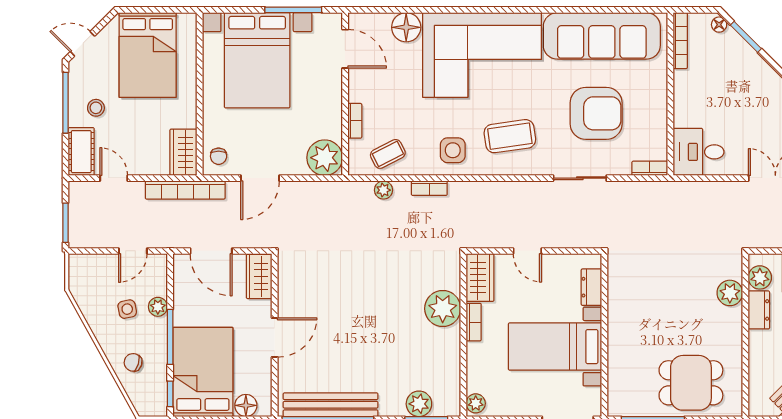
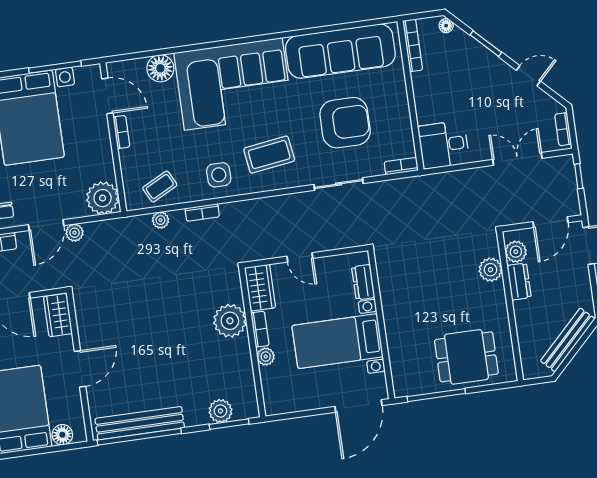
window: (746, 37) -> (486, 44), moved
bookcase: (355, 121) -> (121, 132), moved
plant: (289, 191) -> (75, 233), added
plant: (476, 403) -> (266, 357), moved

